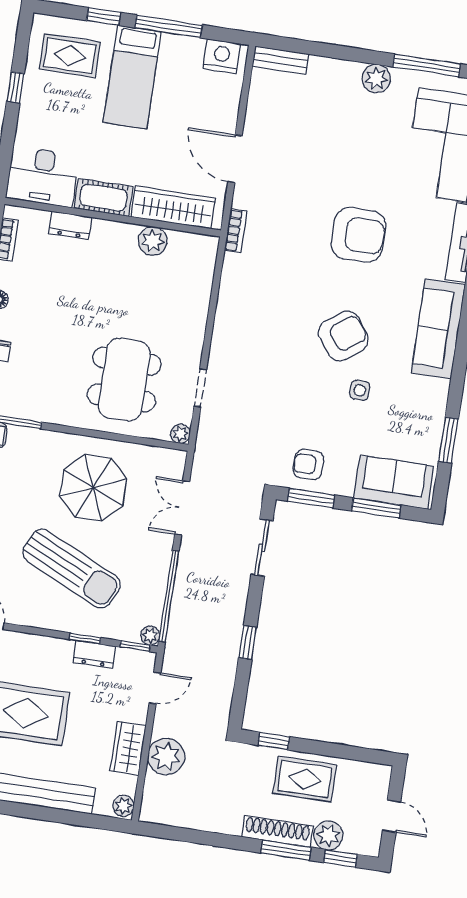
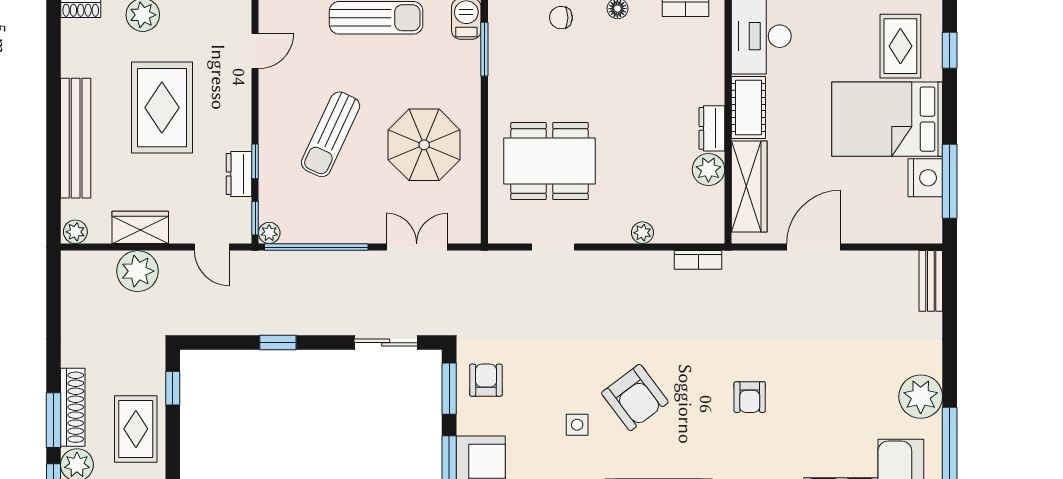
window: (104, 17) -> (950, 50), moved
window: (169, 26) -> (950, 181), moved
nightstand: (222, 56) -> (925, 178), moved
bed: (132, 77) -> (887, 119), width x1.50
plant: (376, 79) -> (921, 397), width x1.36, depth x1.36
dresser: (70, 225) -> (712, 128), moved
bookcase: (236, 231) -> (698, 260), moved
armchair: (358, 235) -> (750, 397), width x0.53, depth x0.53
plant: (180, 434) -> (642, 233), moved
sun lounger: (72, 569) -> (331, 134), width x0.73, depth x0.75

